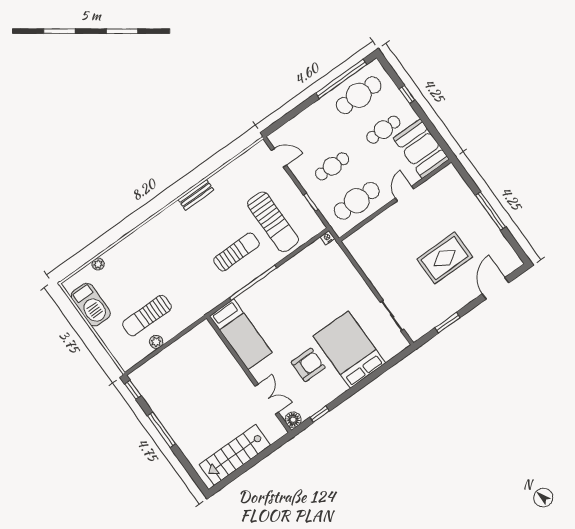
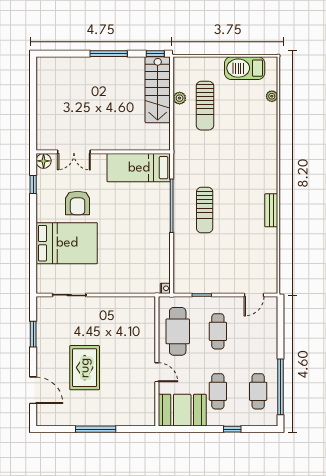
cafe table: (359, 95) -> (258, 391), width x0.73, depth x0.74
sun lounger: (273, 222) -> (208, 255), removed
sun lounger: (147, 316) -> (205, 106), turned 180
stairs: (235, 455) -> (158, 90), moved, turned 180

